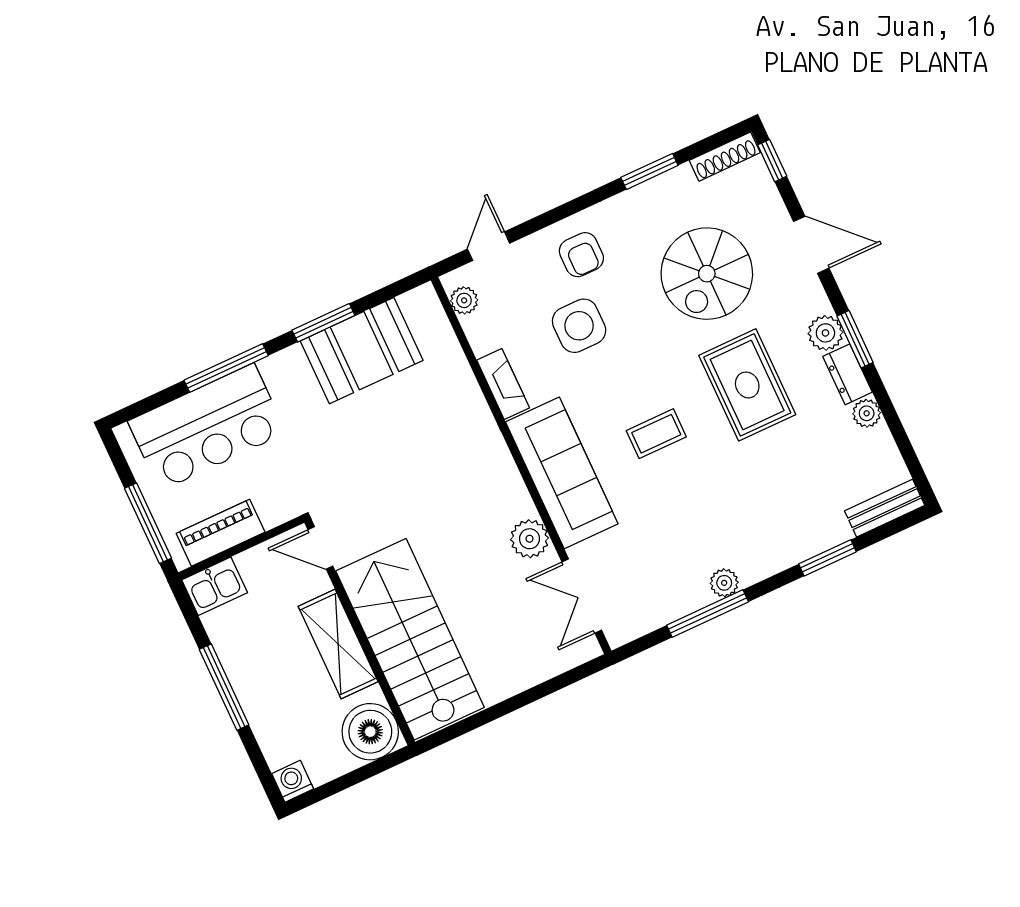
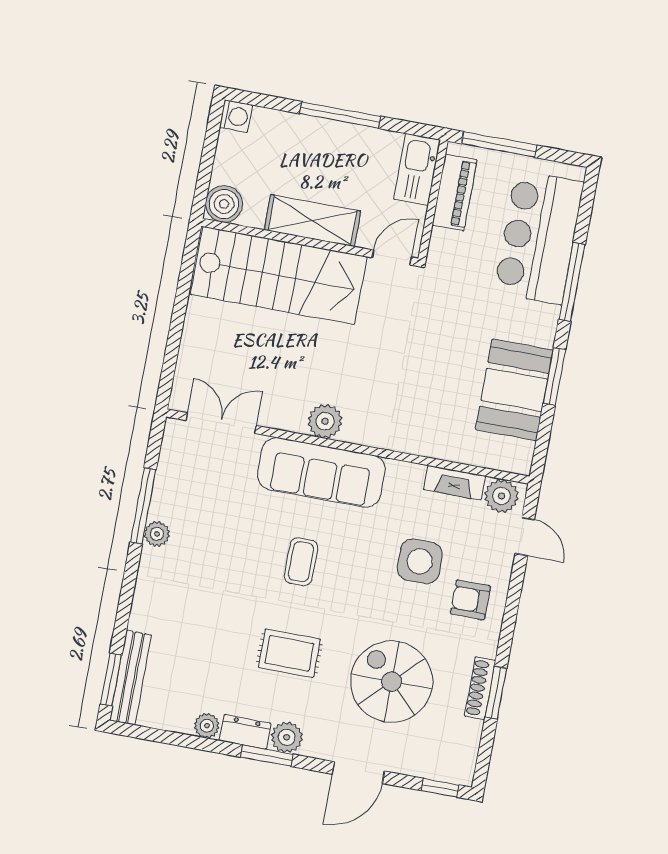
shoe rack: (725, 157) -> (480, 688), moved
plant: (464, 300) -> (502, 496), width x1.38, depth x1.38
fireplace: (503, 384) -> (455, 483), moved
rug: (747, 385) -> (289, 653), width x0.73, depth x0.70
bench: (885, 508) -> (131, 678), width x1.36
plant: (529, 539) -> (325, 421), moved
window: (827, 558) -> (111, 680), moved
kitchen sink: (215, 586) -> (417, 169), width x1.38
boiler: (370, 732) -> (224, 204), width x0.73, depth x0.73

